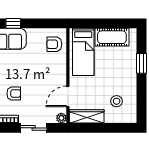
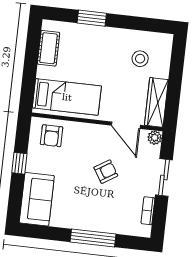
window: (13, 23) -> (19, 163), moved
cot: (112, 37) -> (49, 48), width x0.73, depth x0.75
armchair: (14, 93) -> (106, 172), moved, turned 58

